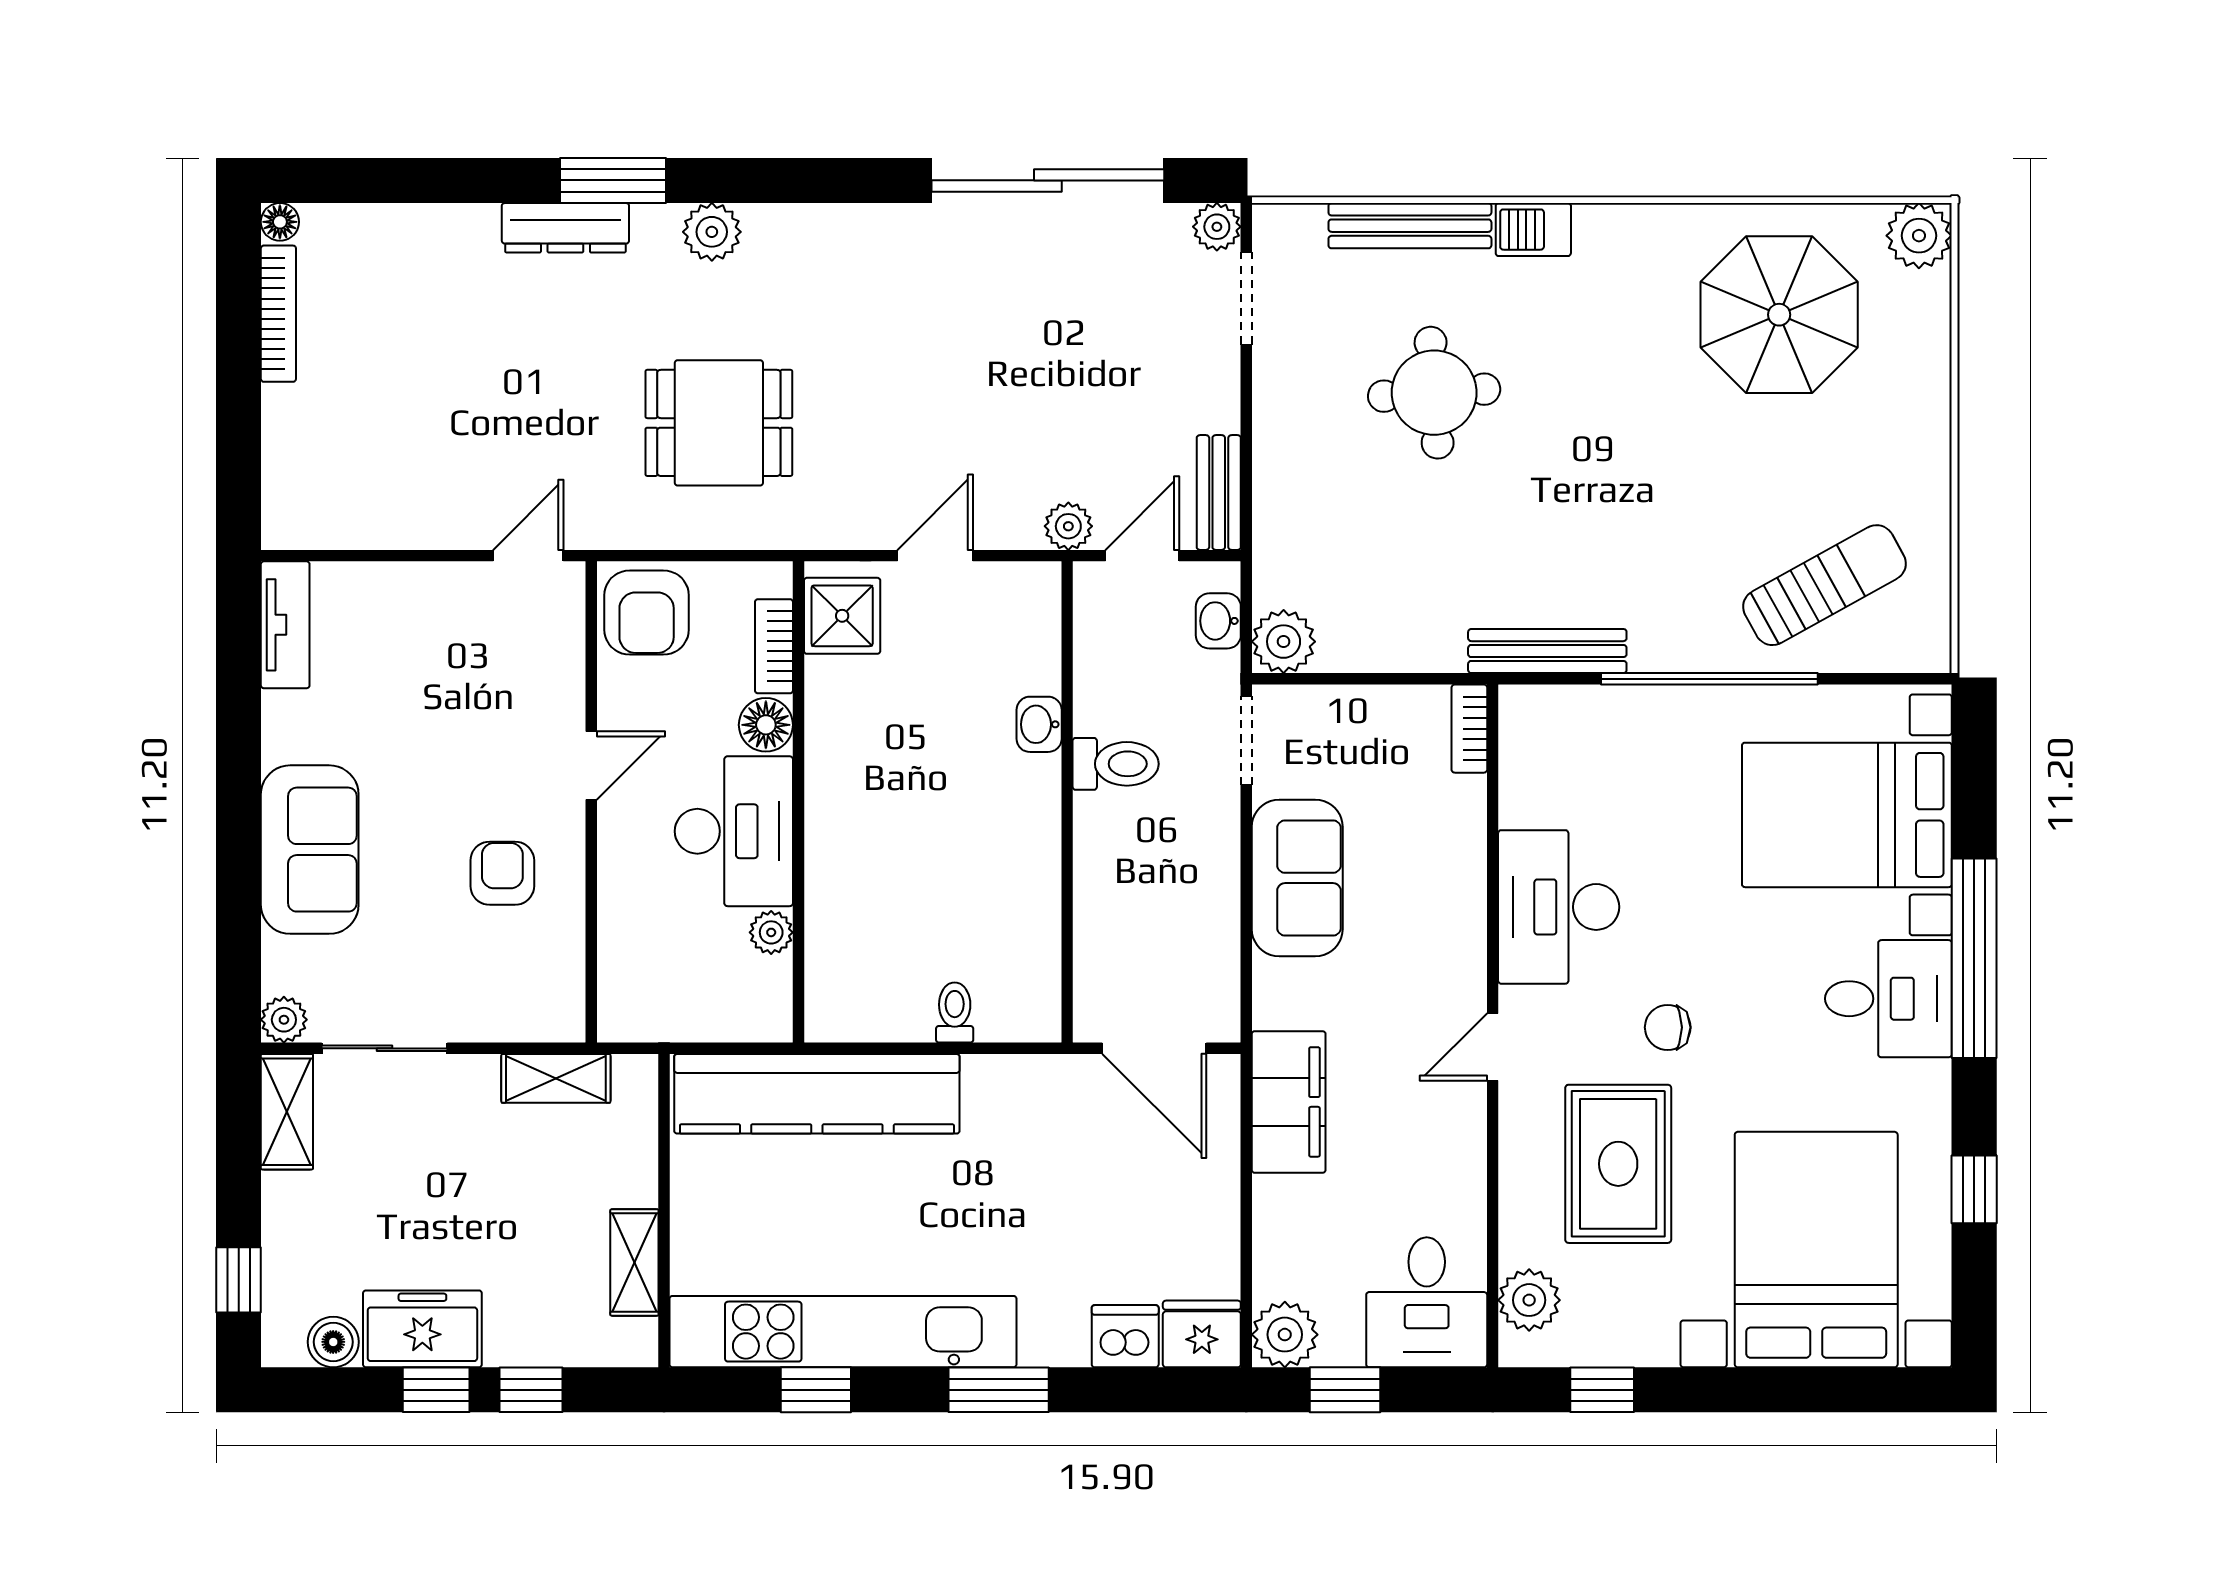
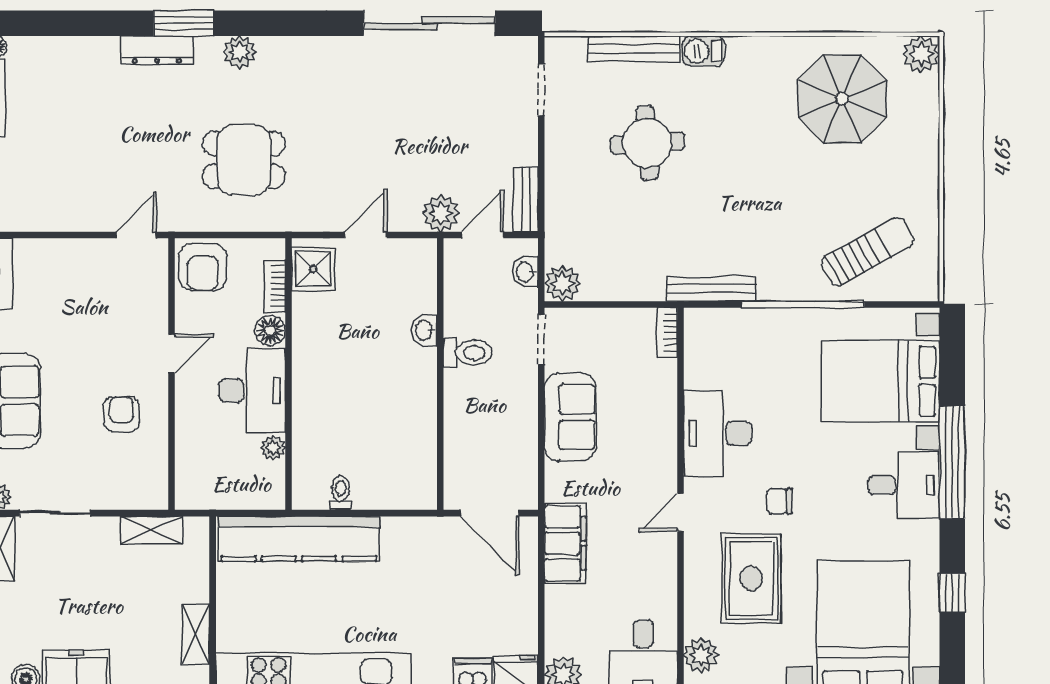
plant: (1217, 227) -> (525, 49), removed
plant: (1068, 526) -> (441, 213), width x1.38, depth x1.38
toilet: (955, 1012) -> (340, 493), moved

